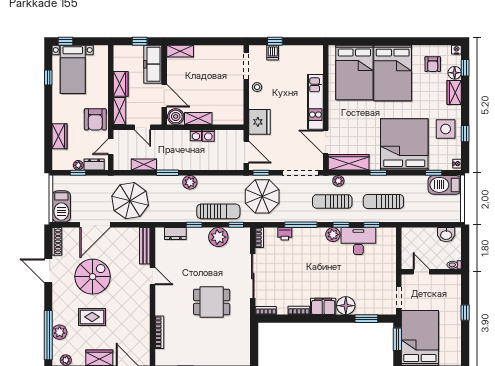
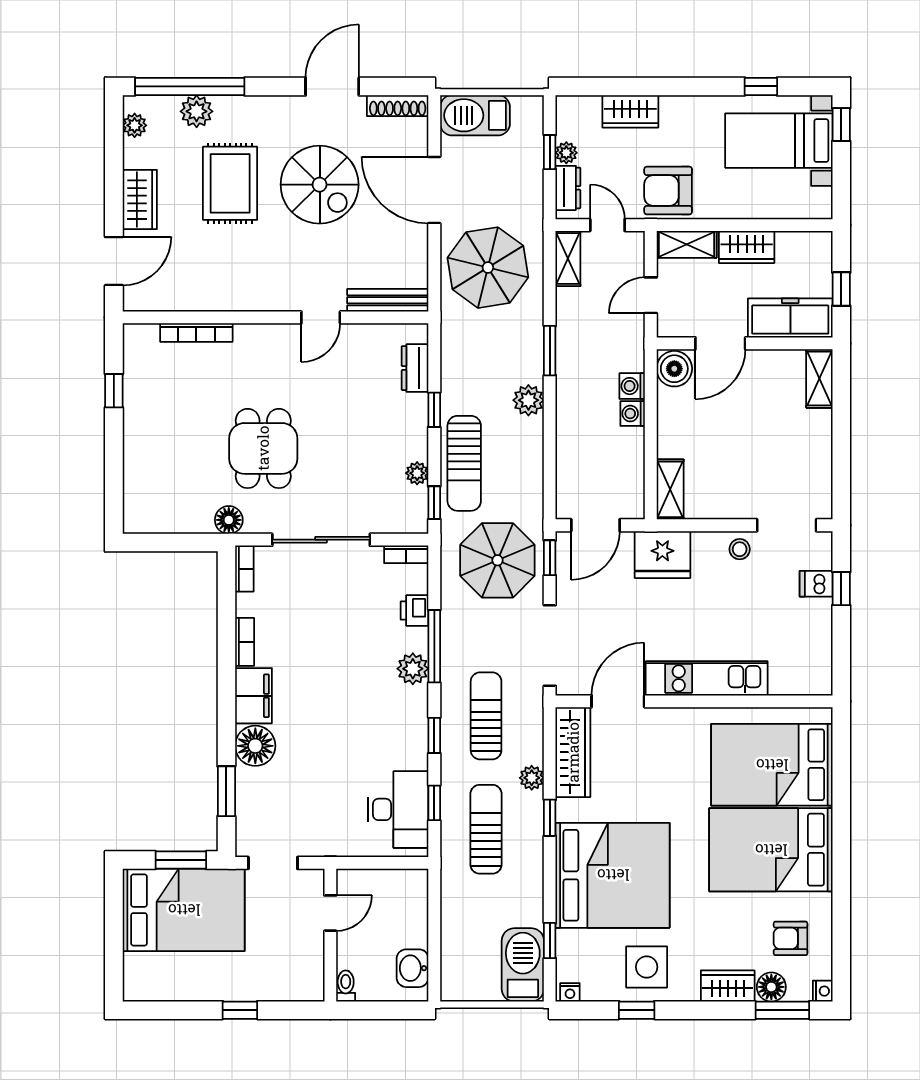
window: (465, 68) -> (782, 1010), width x1.50
shelving: (198, 118) -> (670, 489), moved
washing machine: (208, 136) -> (632, 386), moved
shelving: (144, 165) -> (568, 258), moved
plant: (338, 181) -> (532, 778), moved
plant: (333, 235) -> (413, 669), moved
plant: (218, 237) -> (417, 473), width x0.53, depth x0.53
desk: (358, 241) -> (398, 809), moved
rug: (92, 317) -> (230, 183), width x1.36, depth x1.43
floor lamp: (244, 318) -> (229, 520), added

